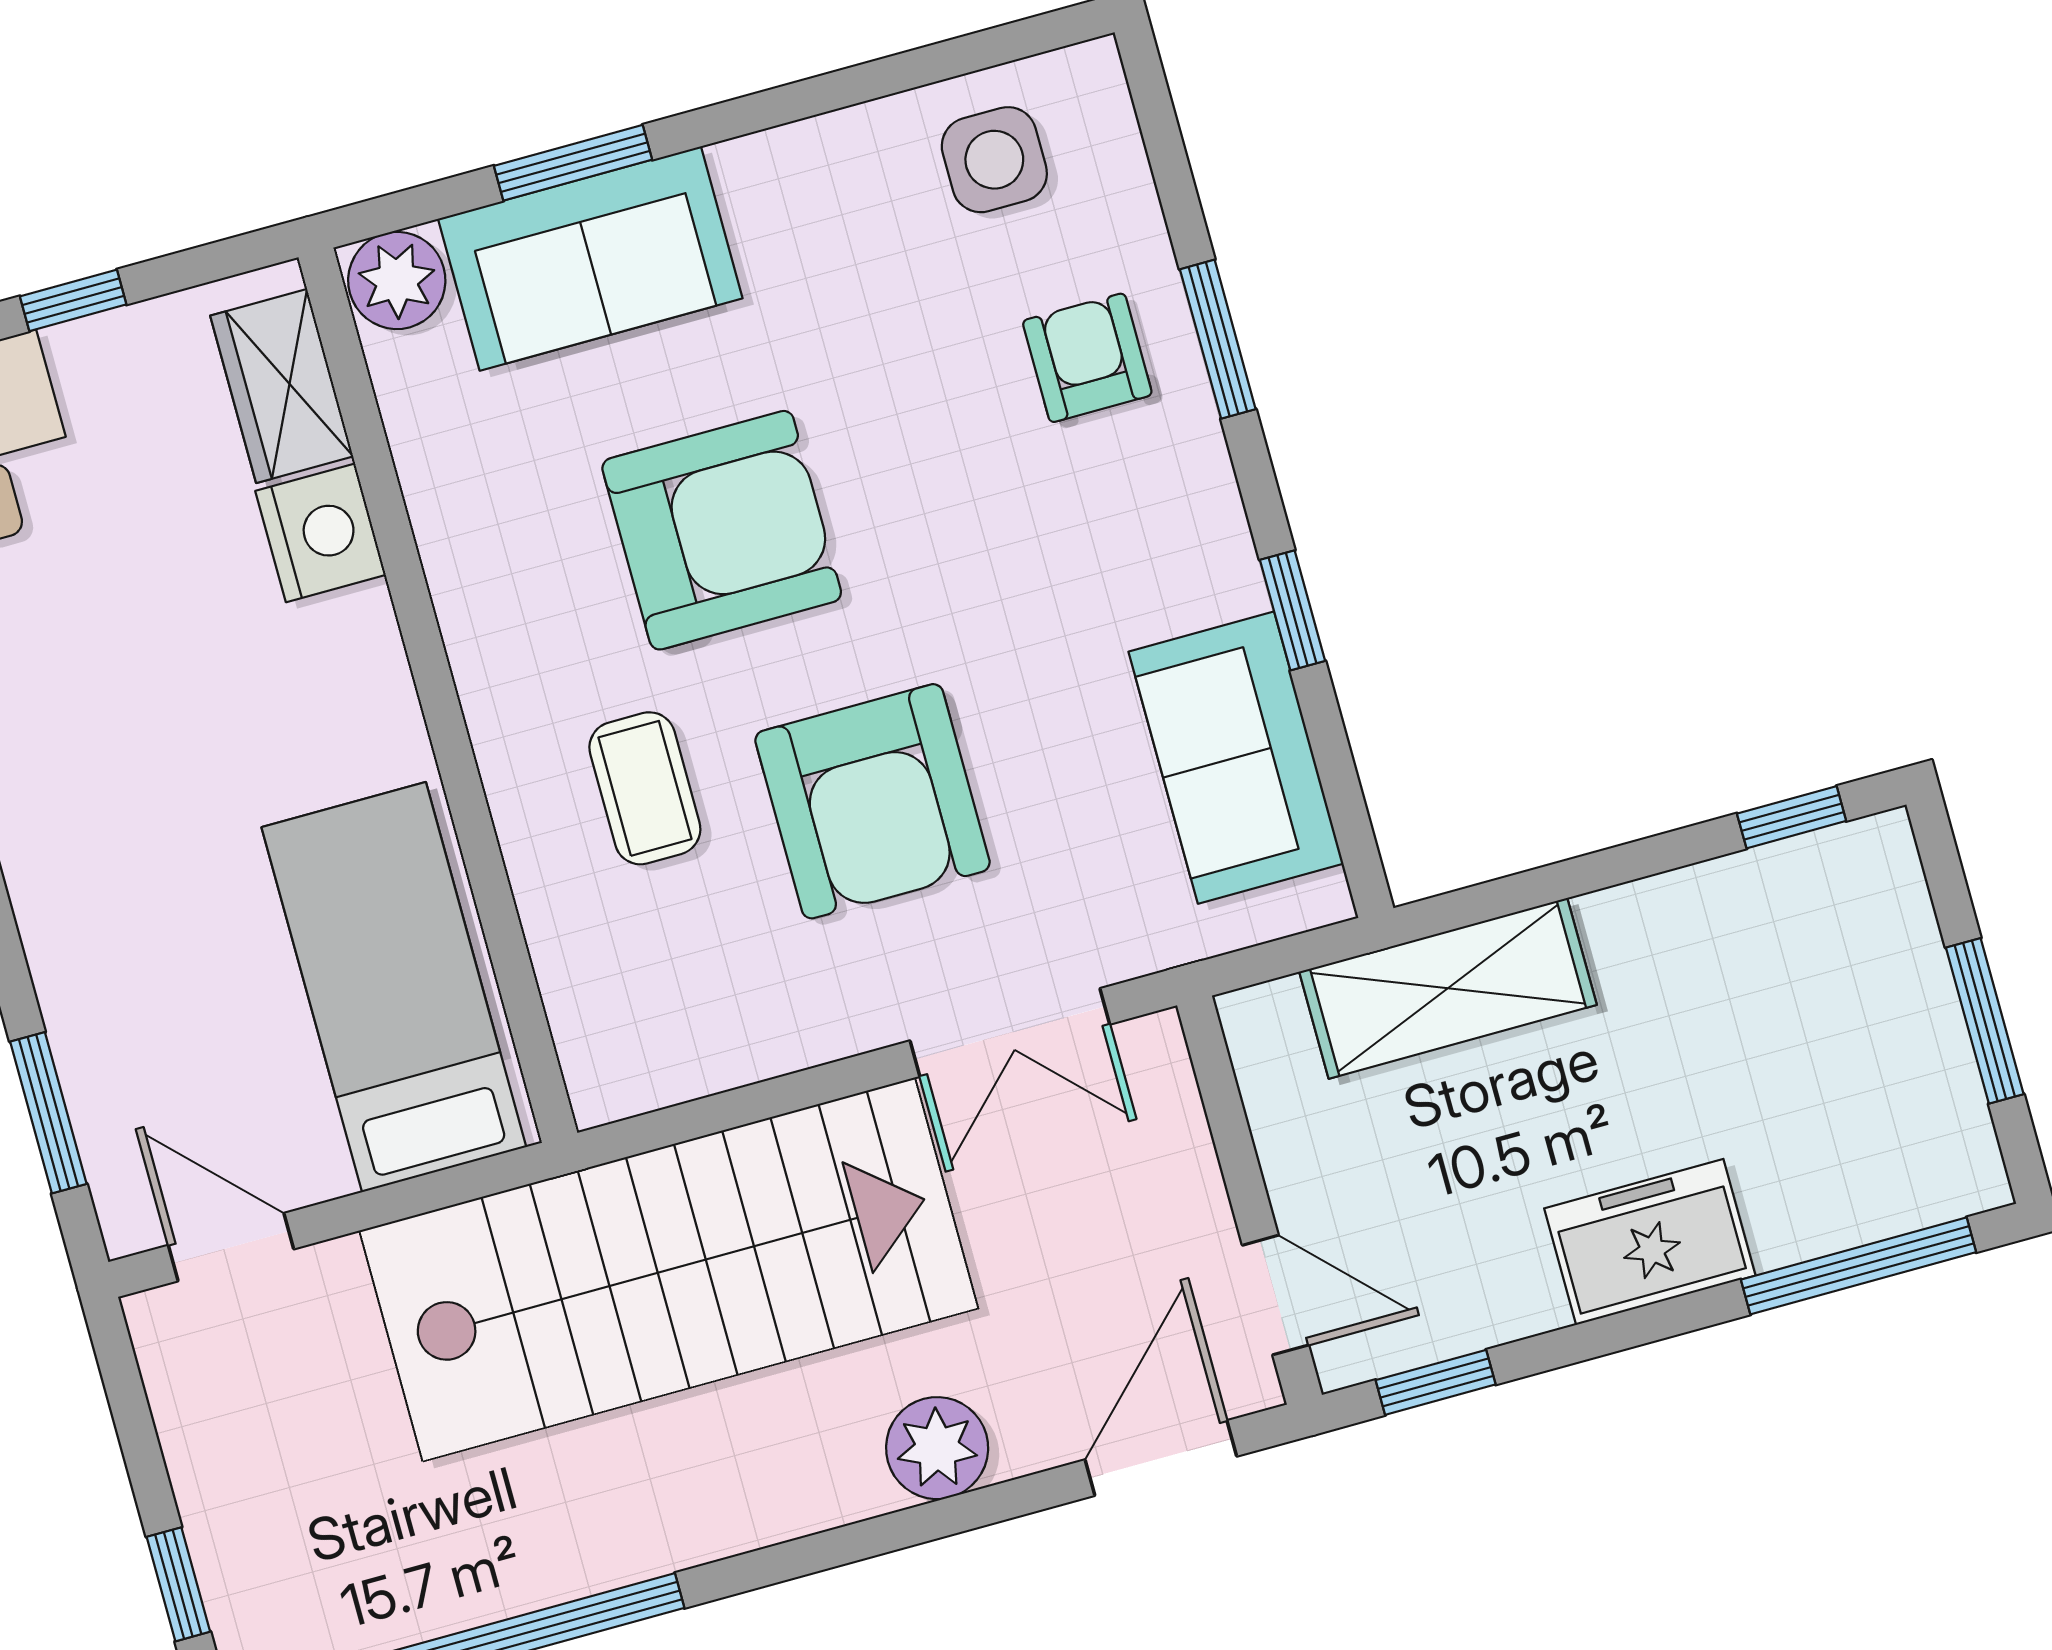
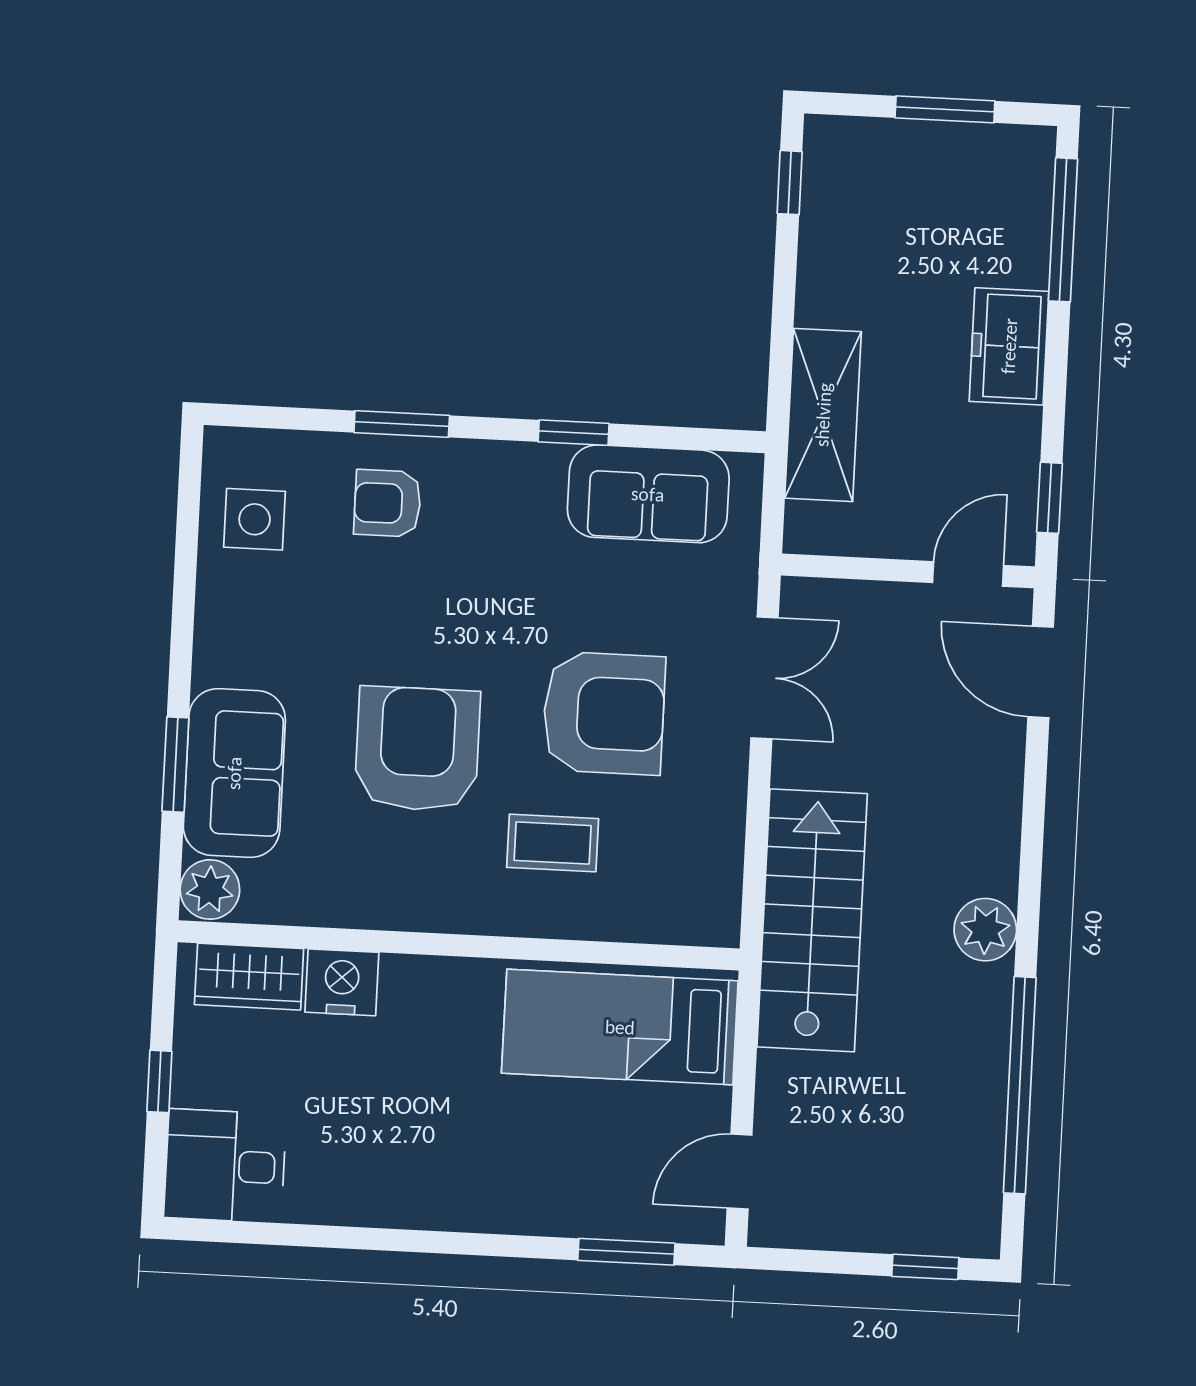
stairs: (669, 1270) -> (812, 920), width x0.73, depth x0.66
plant: (937, 1448) -> (985, 930), moved

